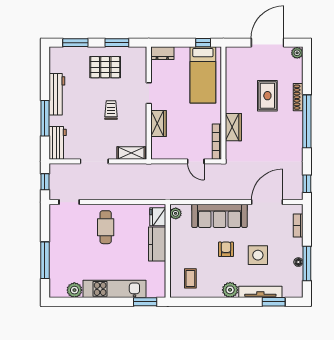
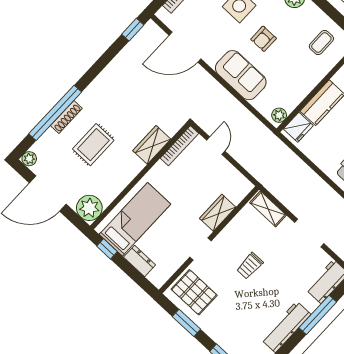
dresser: (162, 53) -> (140, 261), moved
plant: (236, 57) -> (89, 208), added
pallet: (105, 67) -> (194, 292), moved
window: (307, 121) -> (55, 113), moved
sofa: (219, 216) -> (241, 75), width x0.73

